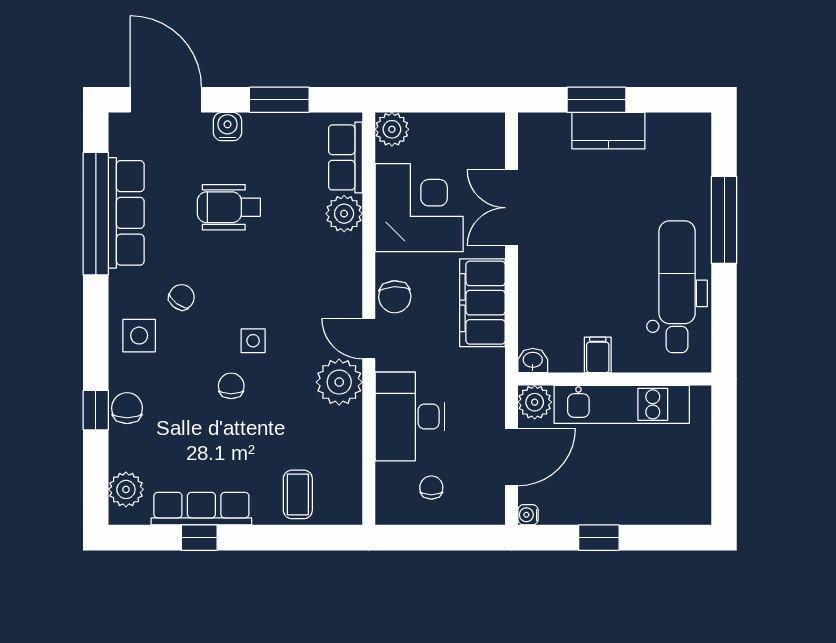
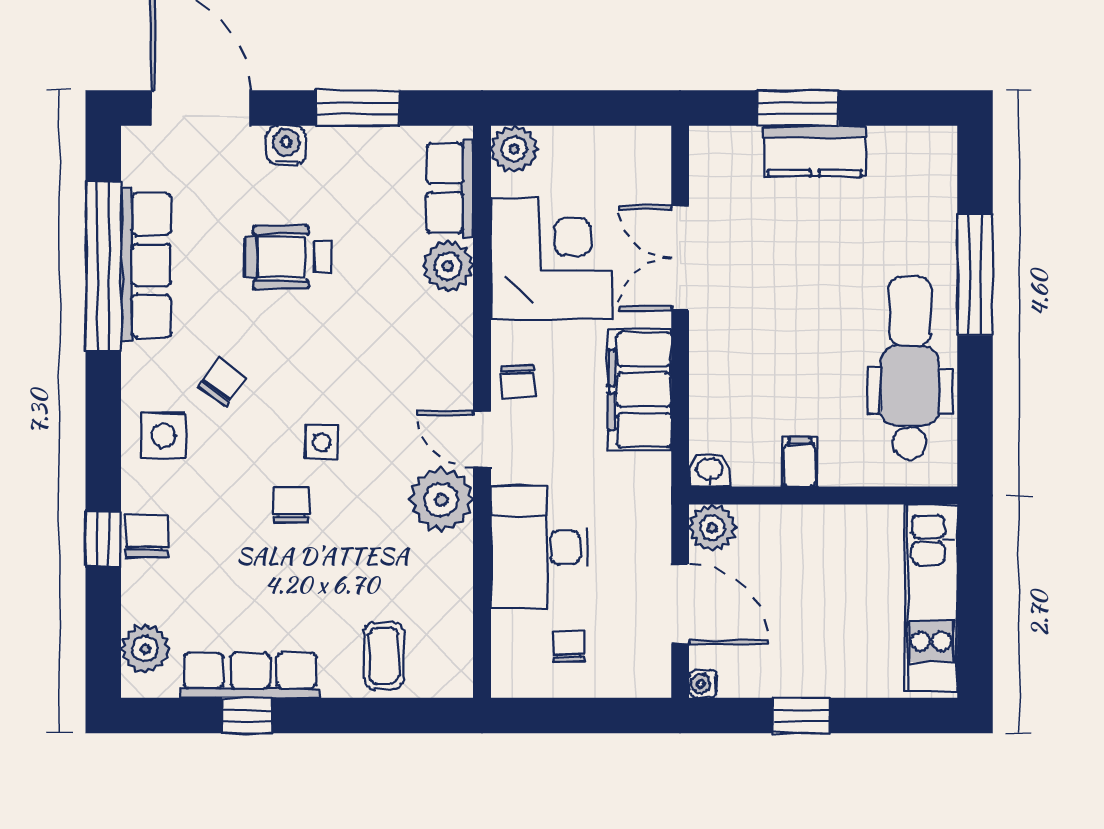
chair: (395, 297) -> (518, 381), width x0.73, depth x0.73
kitchen unit: (622, 404) -> (931, 598), moved, turned 90
door: (511, 457) -> (680, 604), hinge flipped

